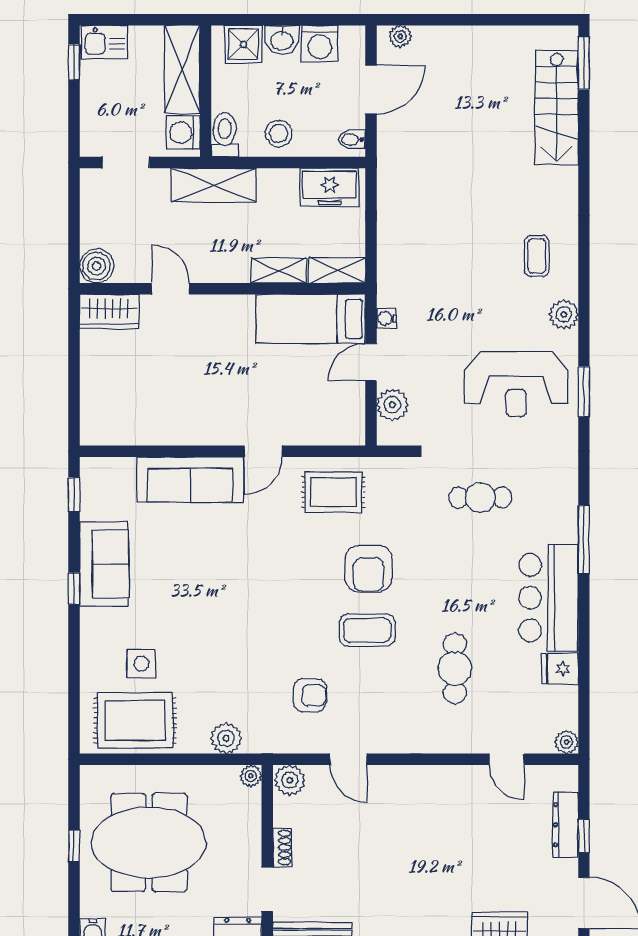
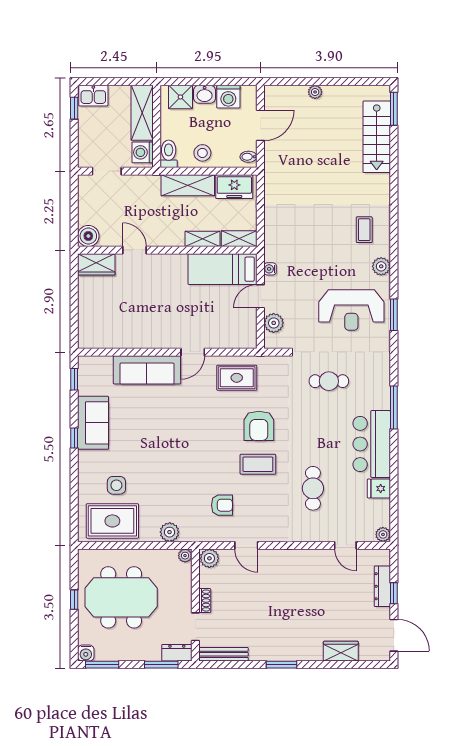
plant: (400, 36) -> (315, 92), moved
shelving: (214, 185) -> (188, 185), moved

